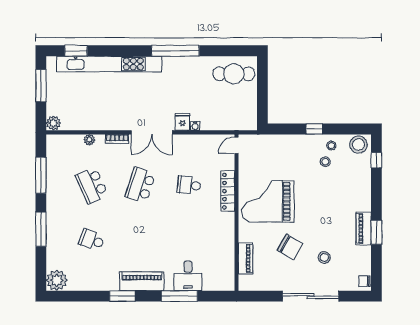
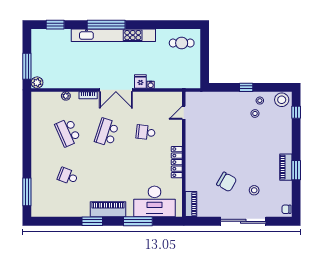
window: (175, 51) -> (106, 25), moved
kitchen unit: (109, 64) -> (113, 35), moved
cafe table: (234, 74) -> (182, 43), width x0.73, depth x0.74
window: (41, 86) -> (27, 66), moved
door: (237, 145) -> (184, 113), moved
window: (41, 175) -> (27, 124), removed
locker: (228, 191) -> (177, 162), moved
grand piano: (268, 201) -> (209, 145), removed
window: (41, 229) -> (27, 192), moved
piano: (246, 258) -> (191, 204), moved
desk: (188, 276) -> (154, 201), width x1.87, depth x1.30
plant: (57, 280) -> (40, 209), removed

